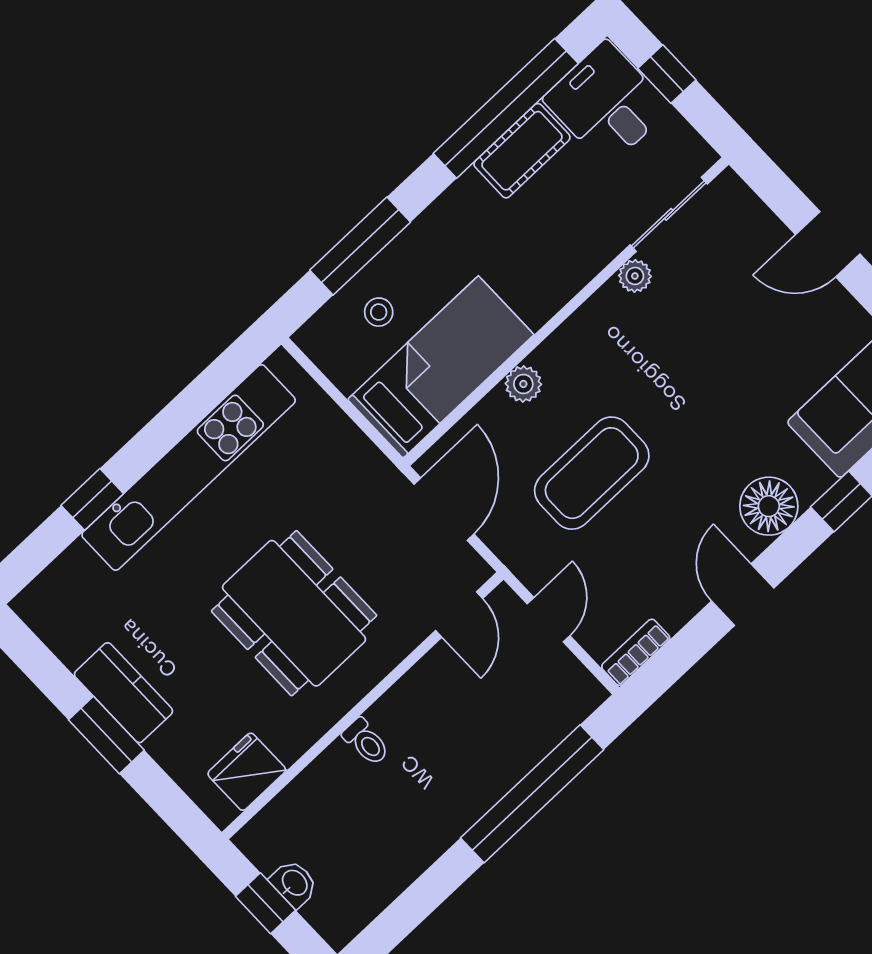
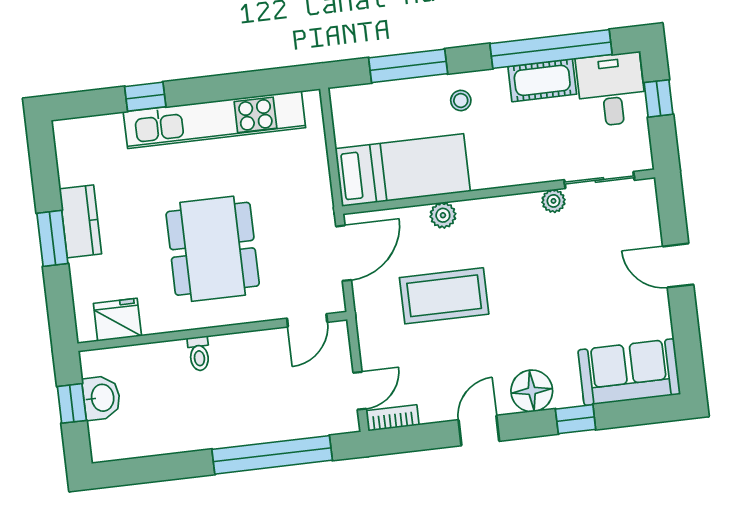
stool: (379, 312) -> (461, 100), moved
door: (549, 620) -> (360, 391), moved
washbasin: (294, 883) -> (102, 398), width x1.38, depth x1.45

